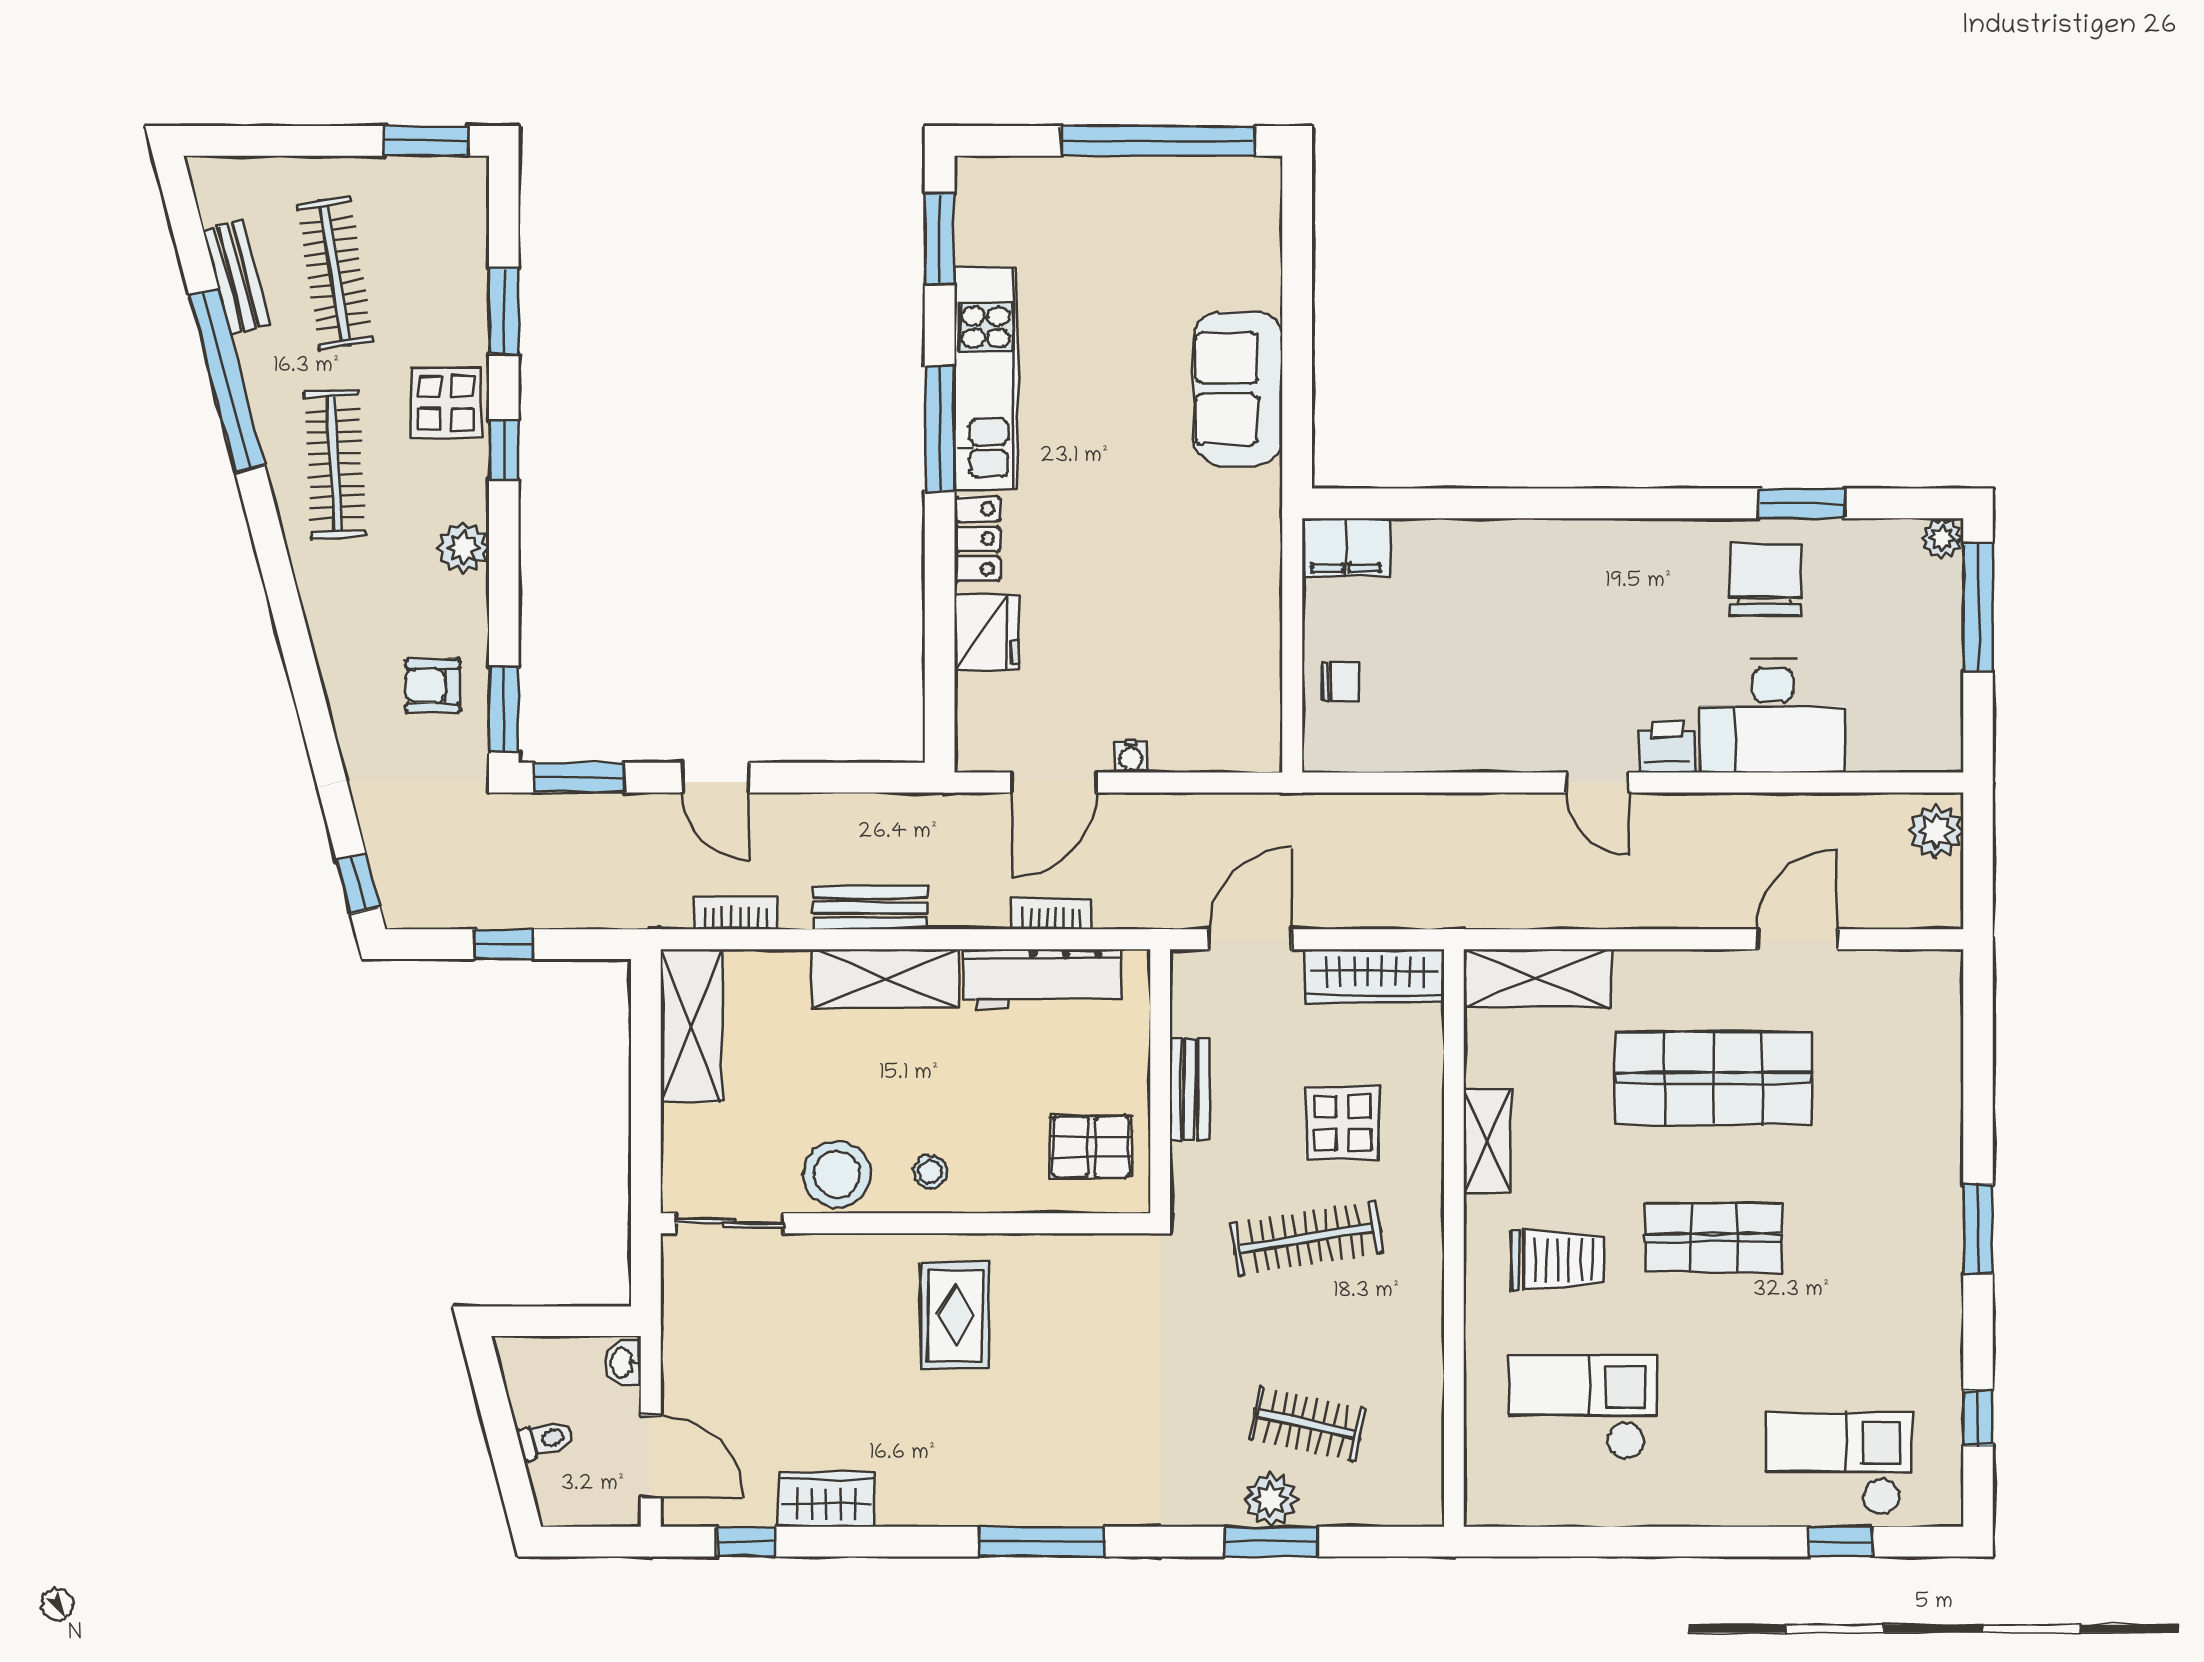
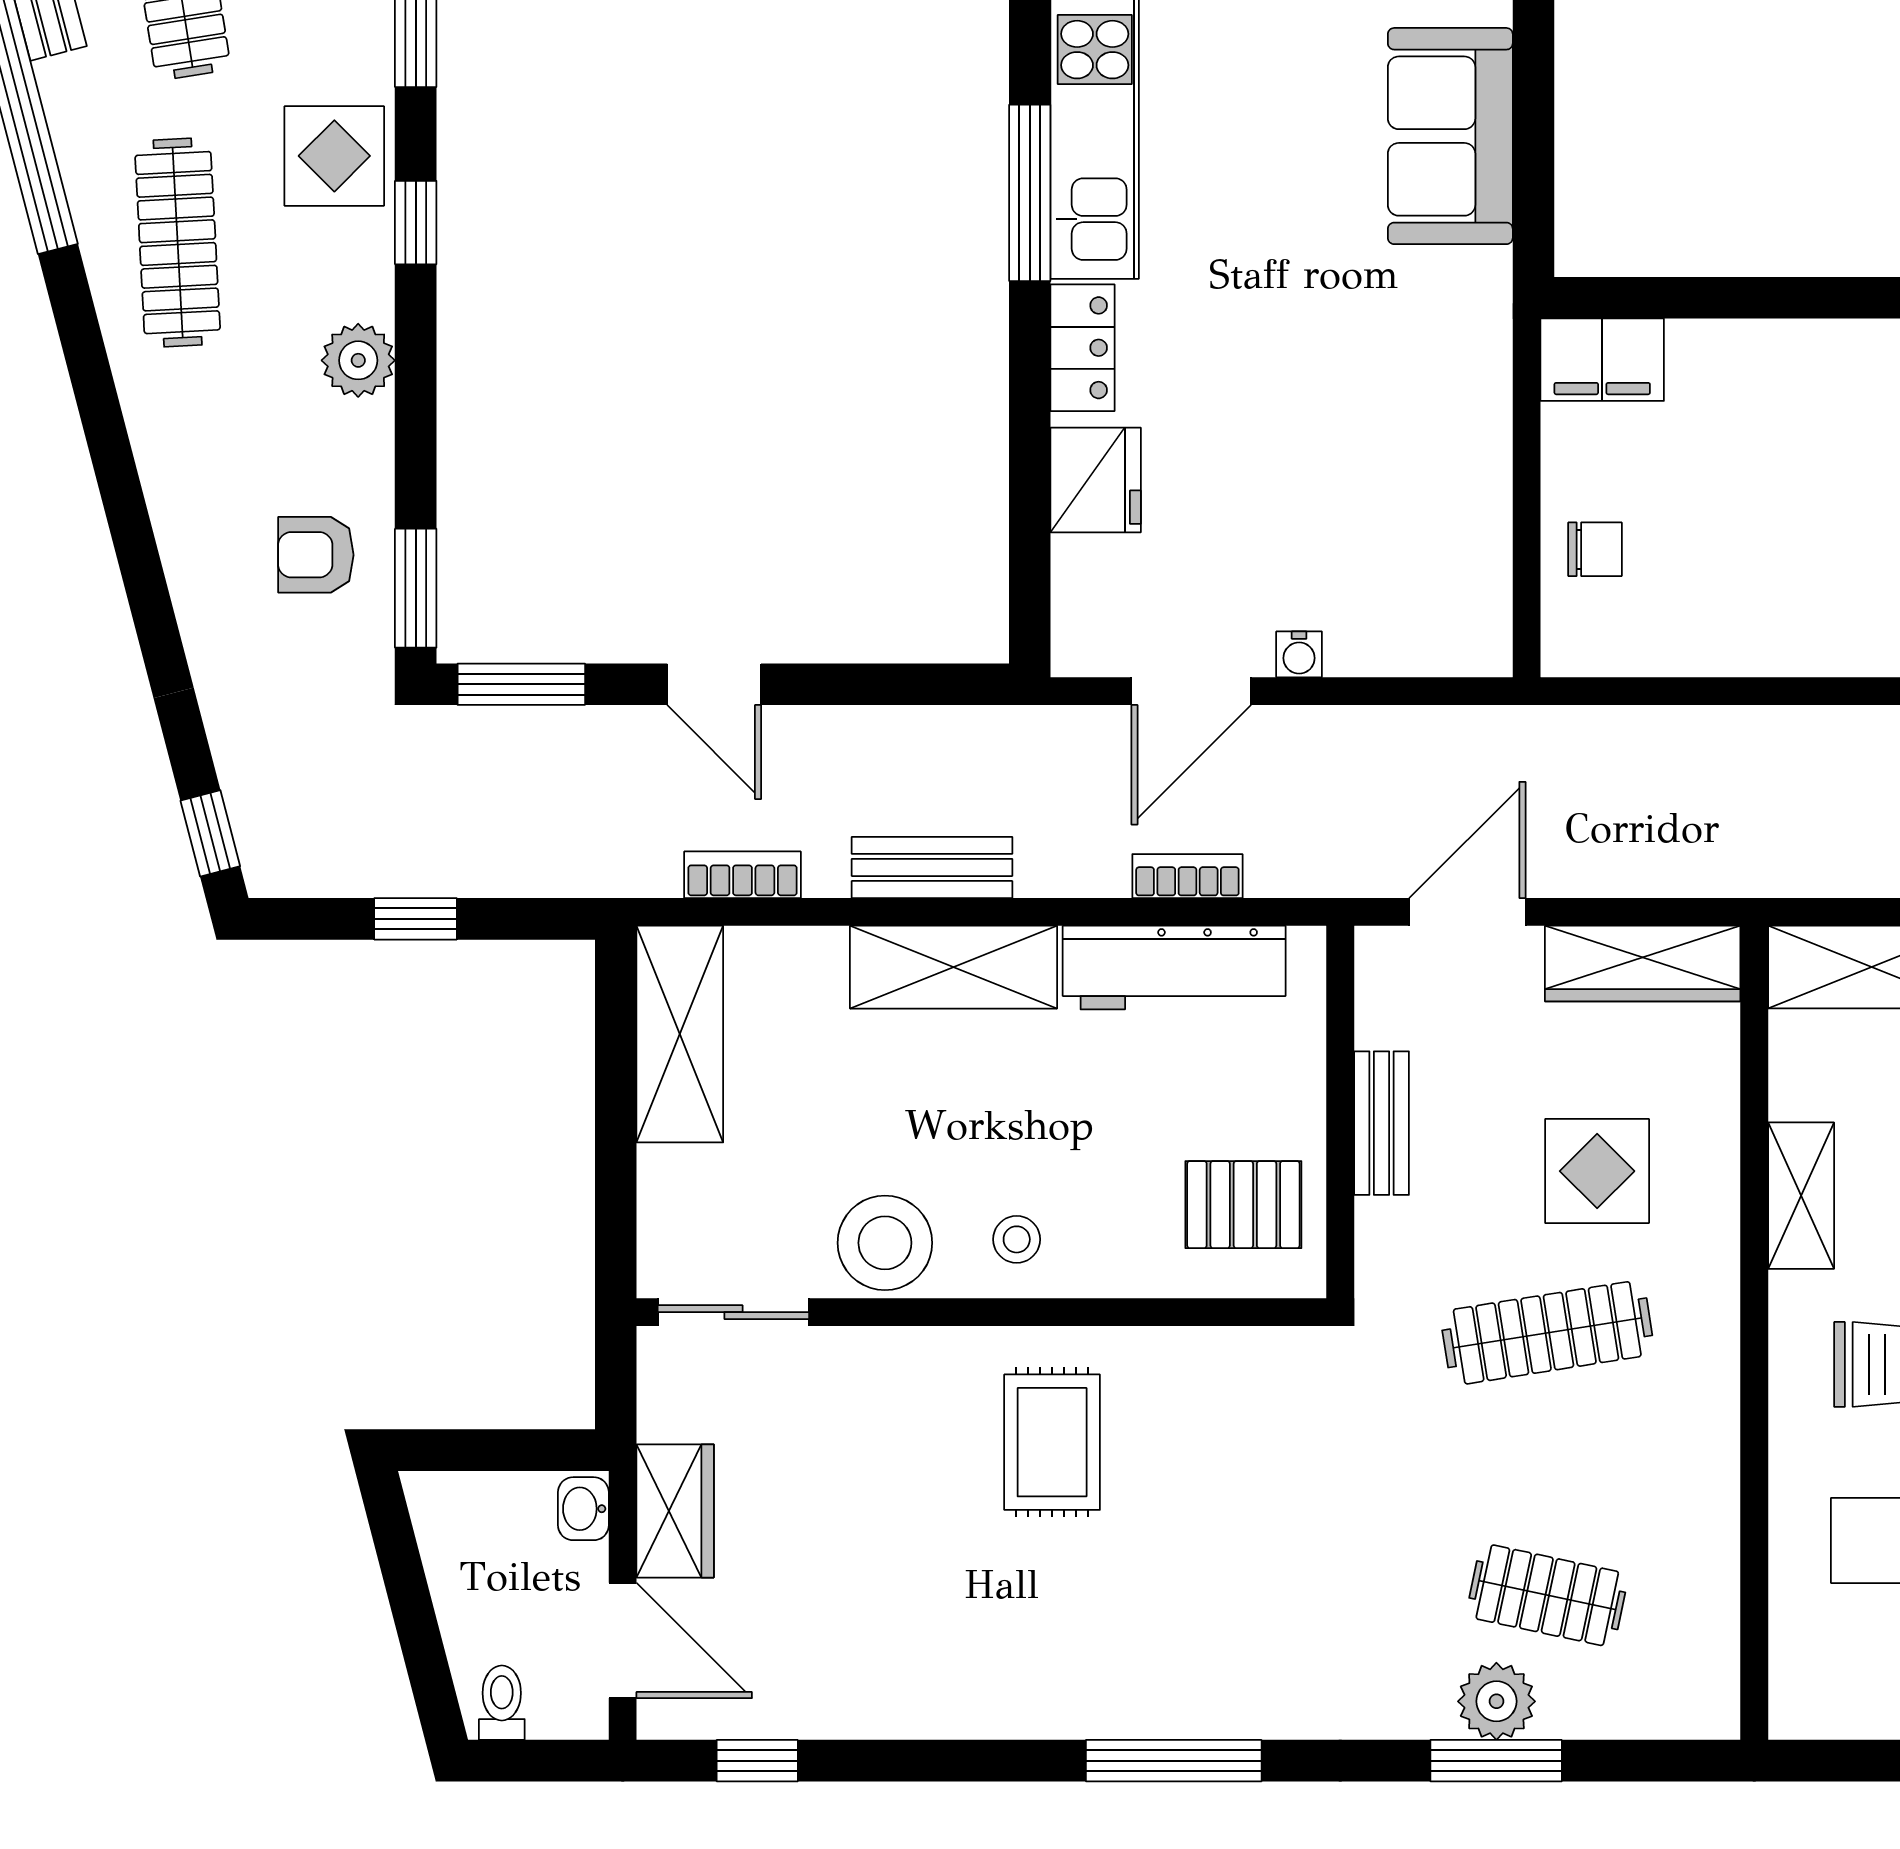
toilet: (545, 1439) -> (502, 1703), moved, turned -75
wardrobe: (826, 1499) -> (675, 1511), moved, turned 90

